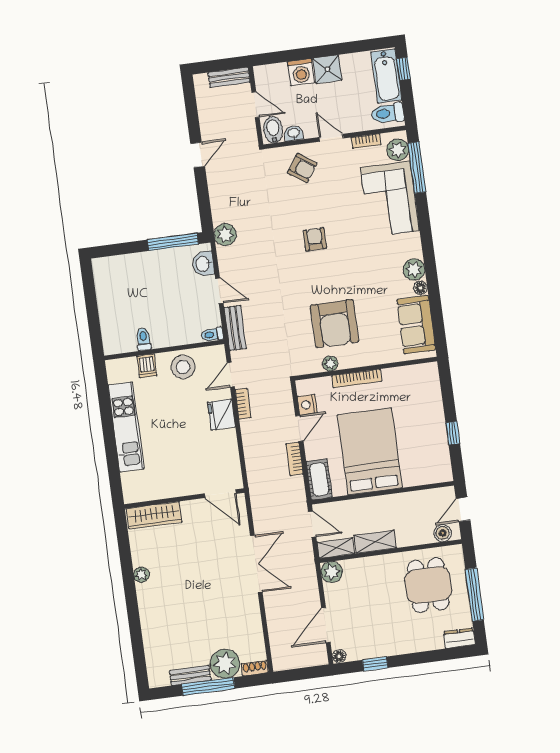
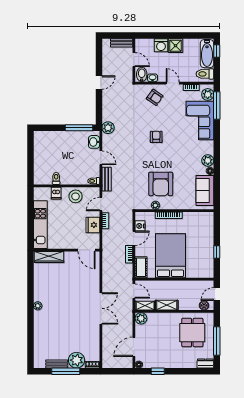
door: (220, 494) -> (86, 250), moved
wall: (184, 499) -> (67, 250), moved
wardrobe: (154, 515) -> (49, 257), moved

